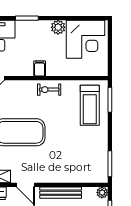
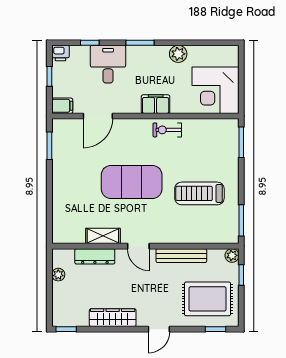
corner desk: (85, 39) -> (216, 90), moved, turned 90
filing cabinet: (40, 68) -> (156, 104), width x2.00
treadmill: (90, 105) -> (199, 193), moved, turned 90

